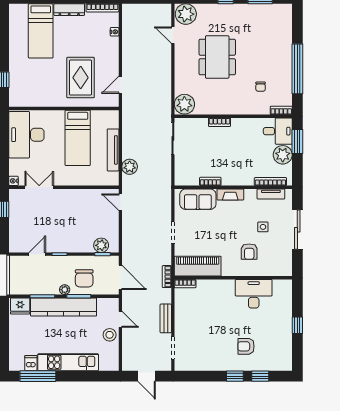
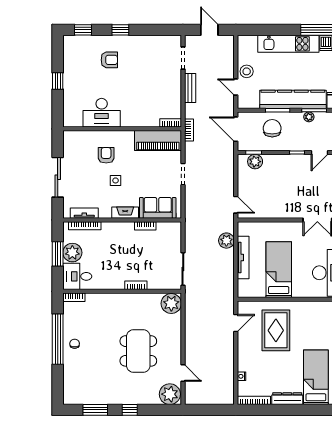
chair: (261, 87) -> (75, 344), moved
window: (297, 141) -> (58, 254), moved
side table: (263, 227) -> (116, 180), moved
plant: (65, 290) -> (309, 117), moved
window: (260, 376) -> (83, 30), moved

